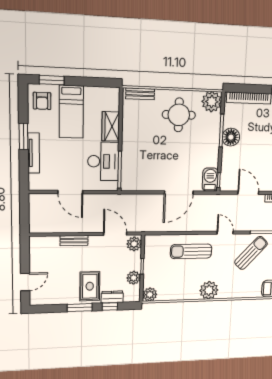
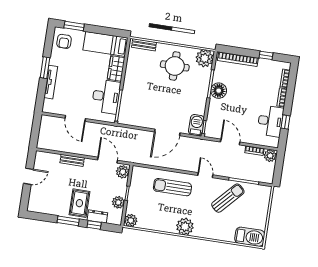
bed: (71, 112) -> (105, 44), moved, turned 90
door: (25, 282) -> (28, 176), moved

